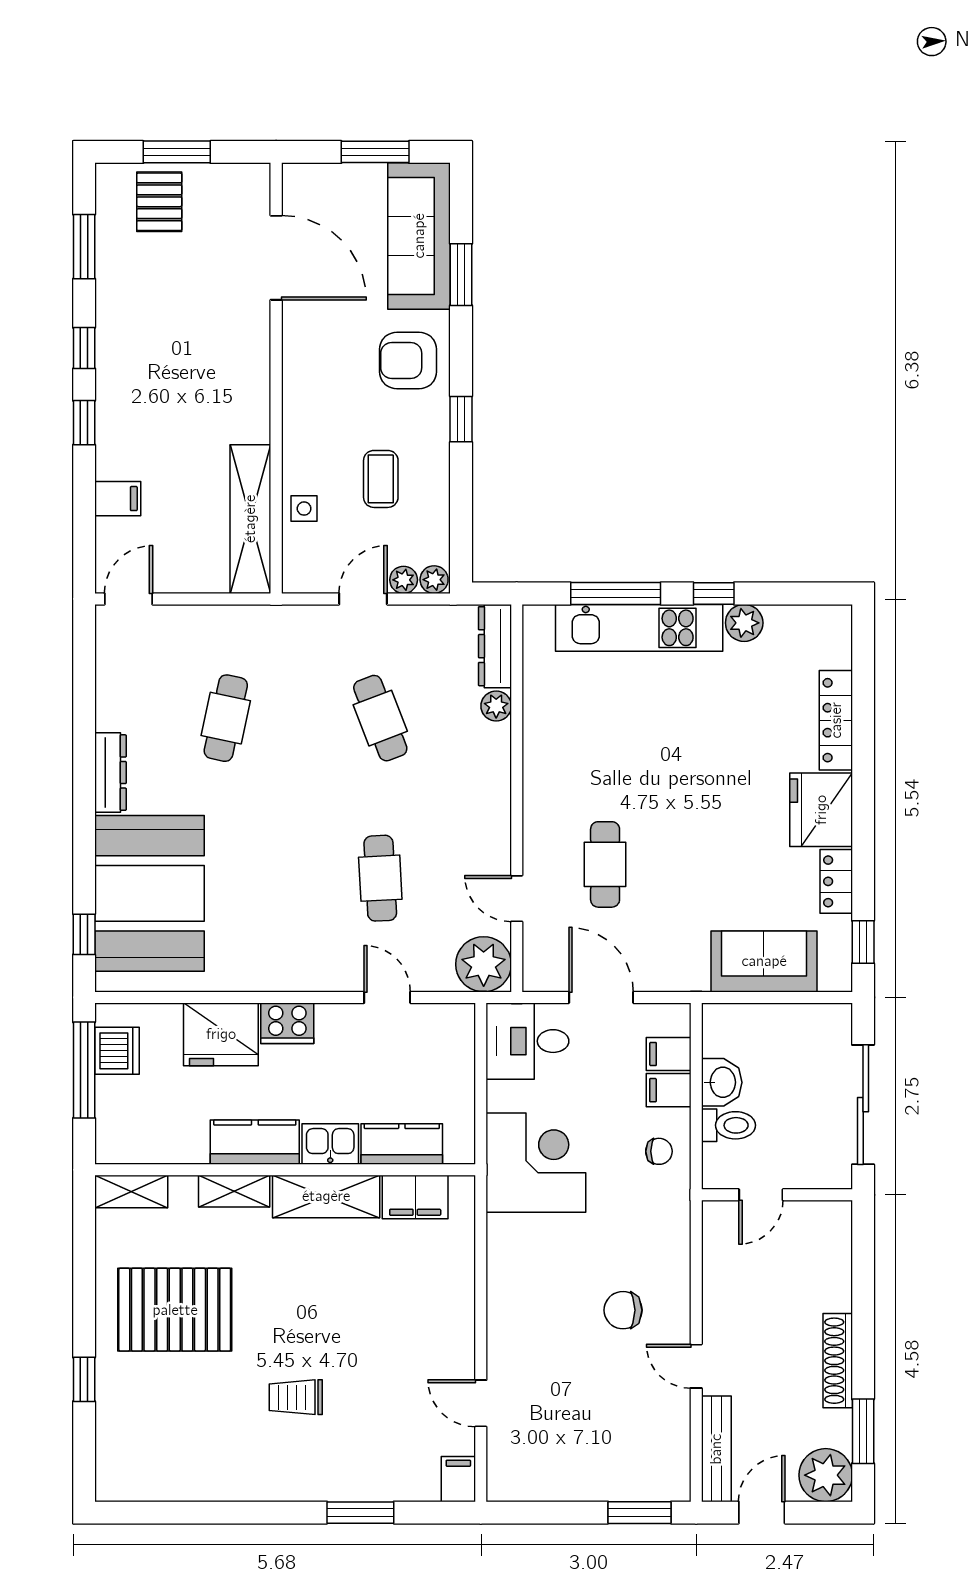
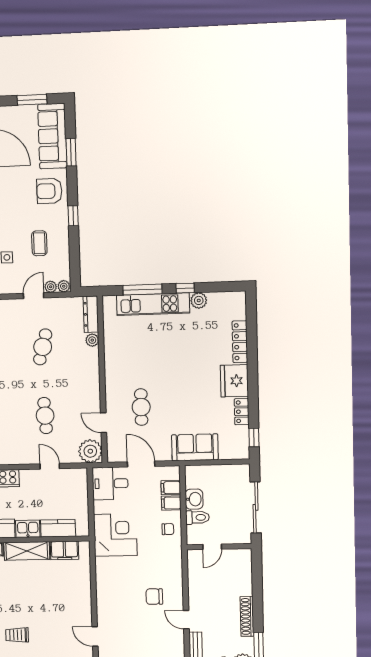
cafe table: (380, 718) -> (43, 347), turned 36
sofa: (764, 961) -> (195, 447), moved

